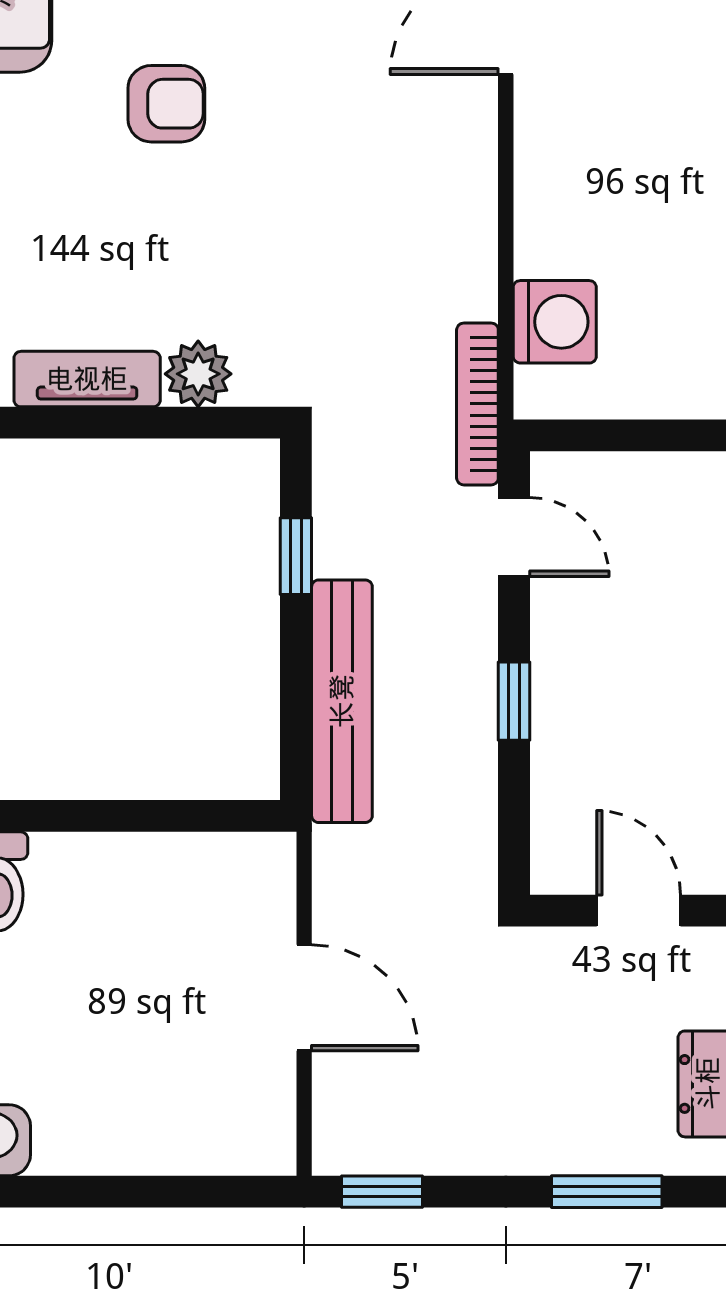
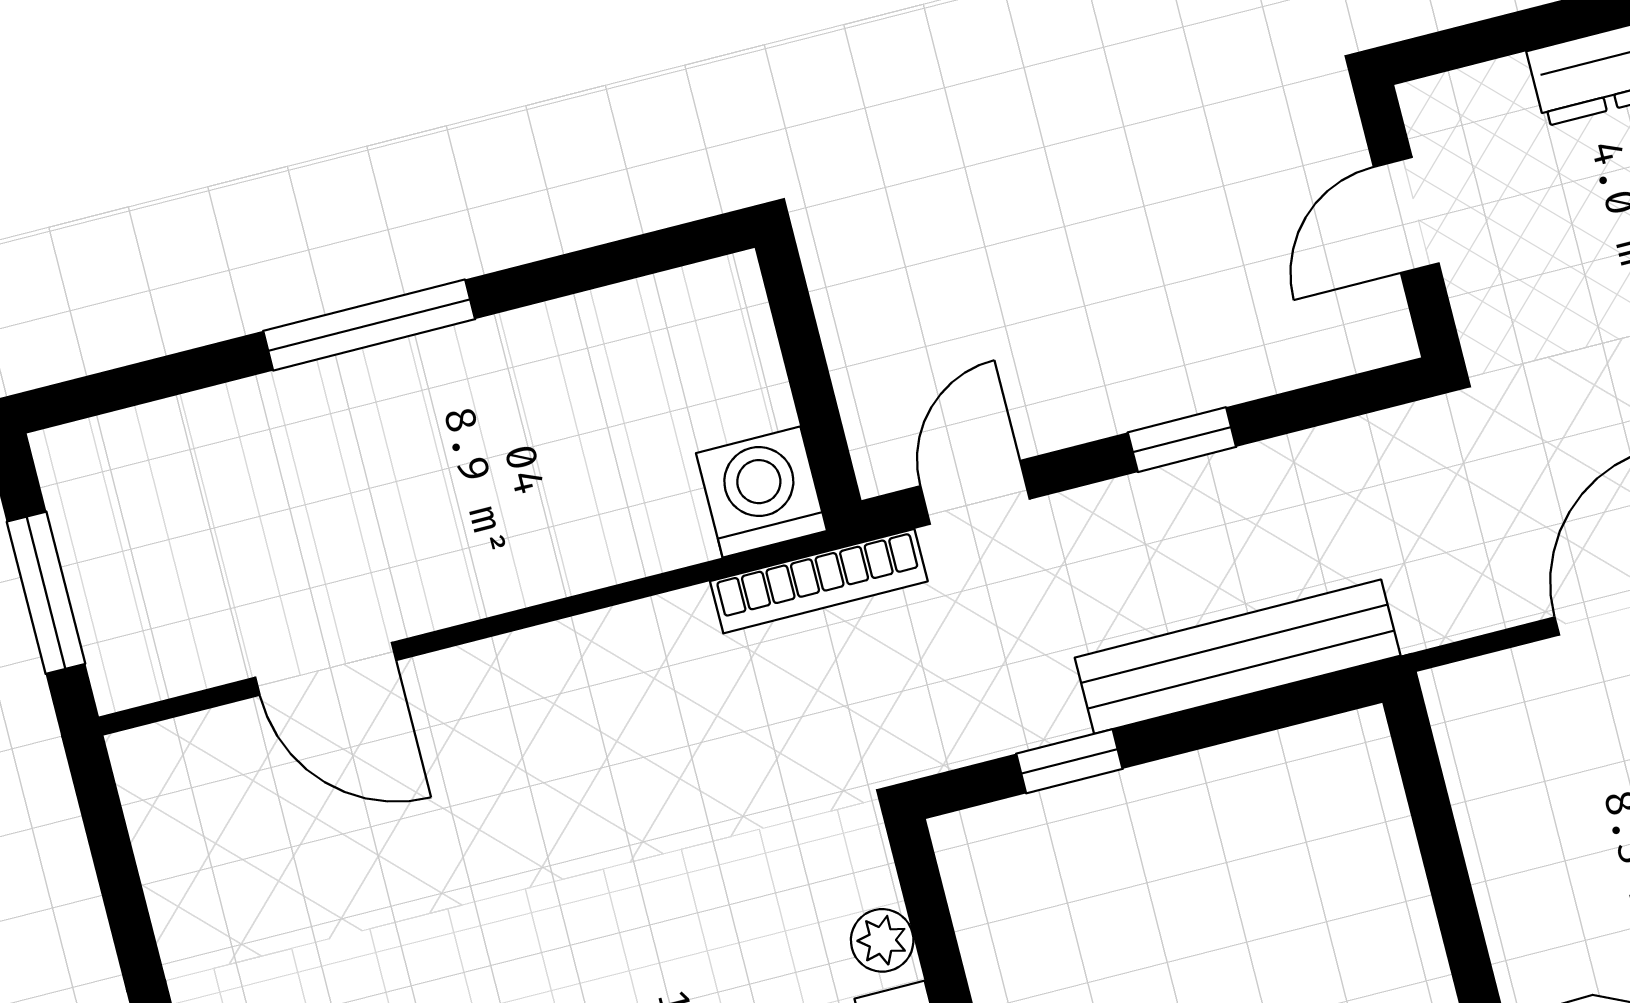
washing machine: (555, 322) -> (762, 492), moved
plant: (198, 374) -> (882, 940), width x0.73, depth x0.73

